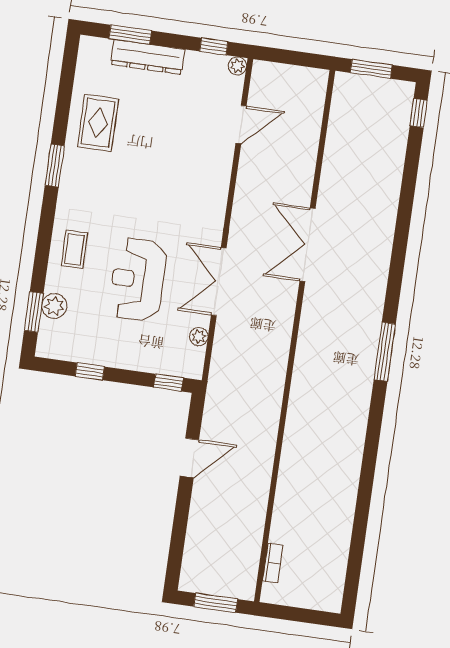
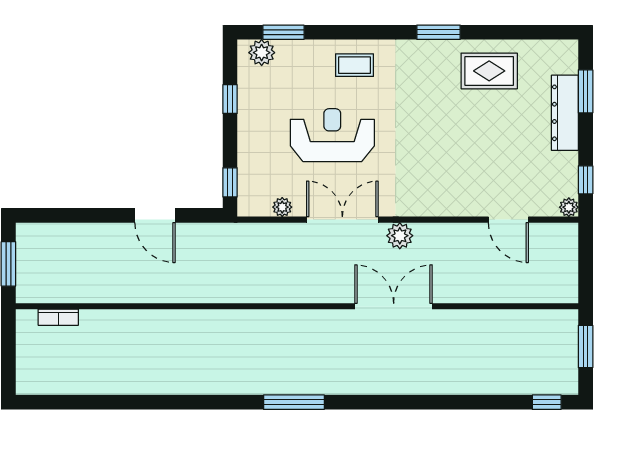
plant: (242, 229) -> (400, 236), added
plant: (54, 306) -> (262, 53), moved

